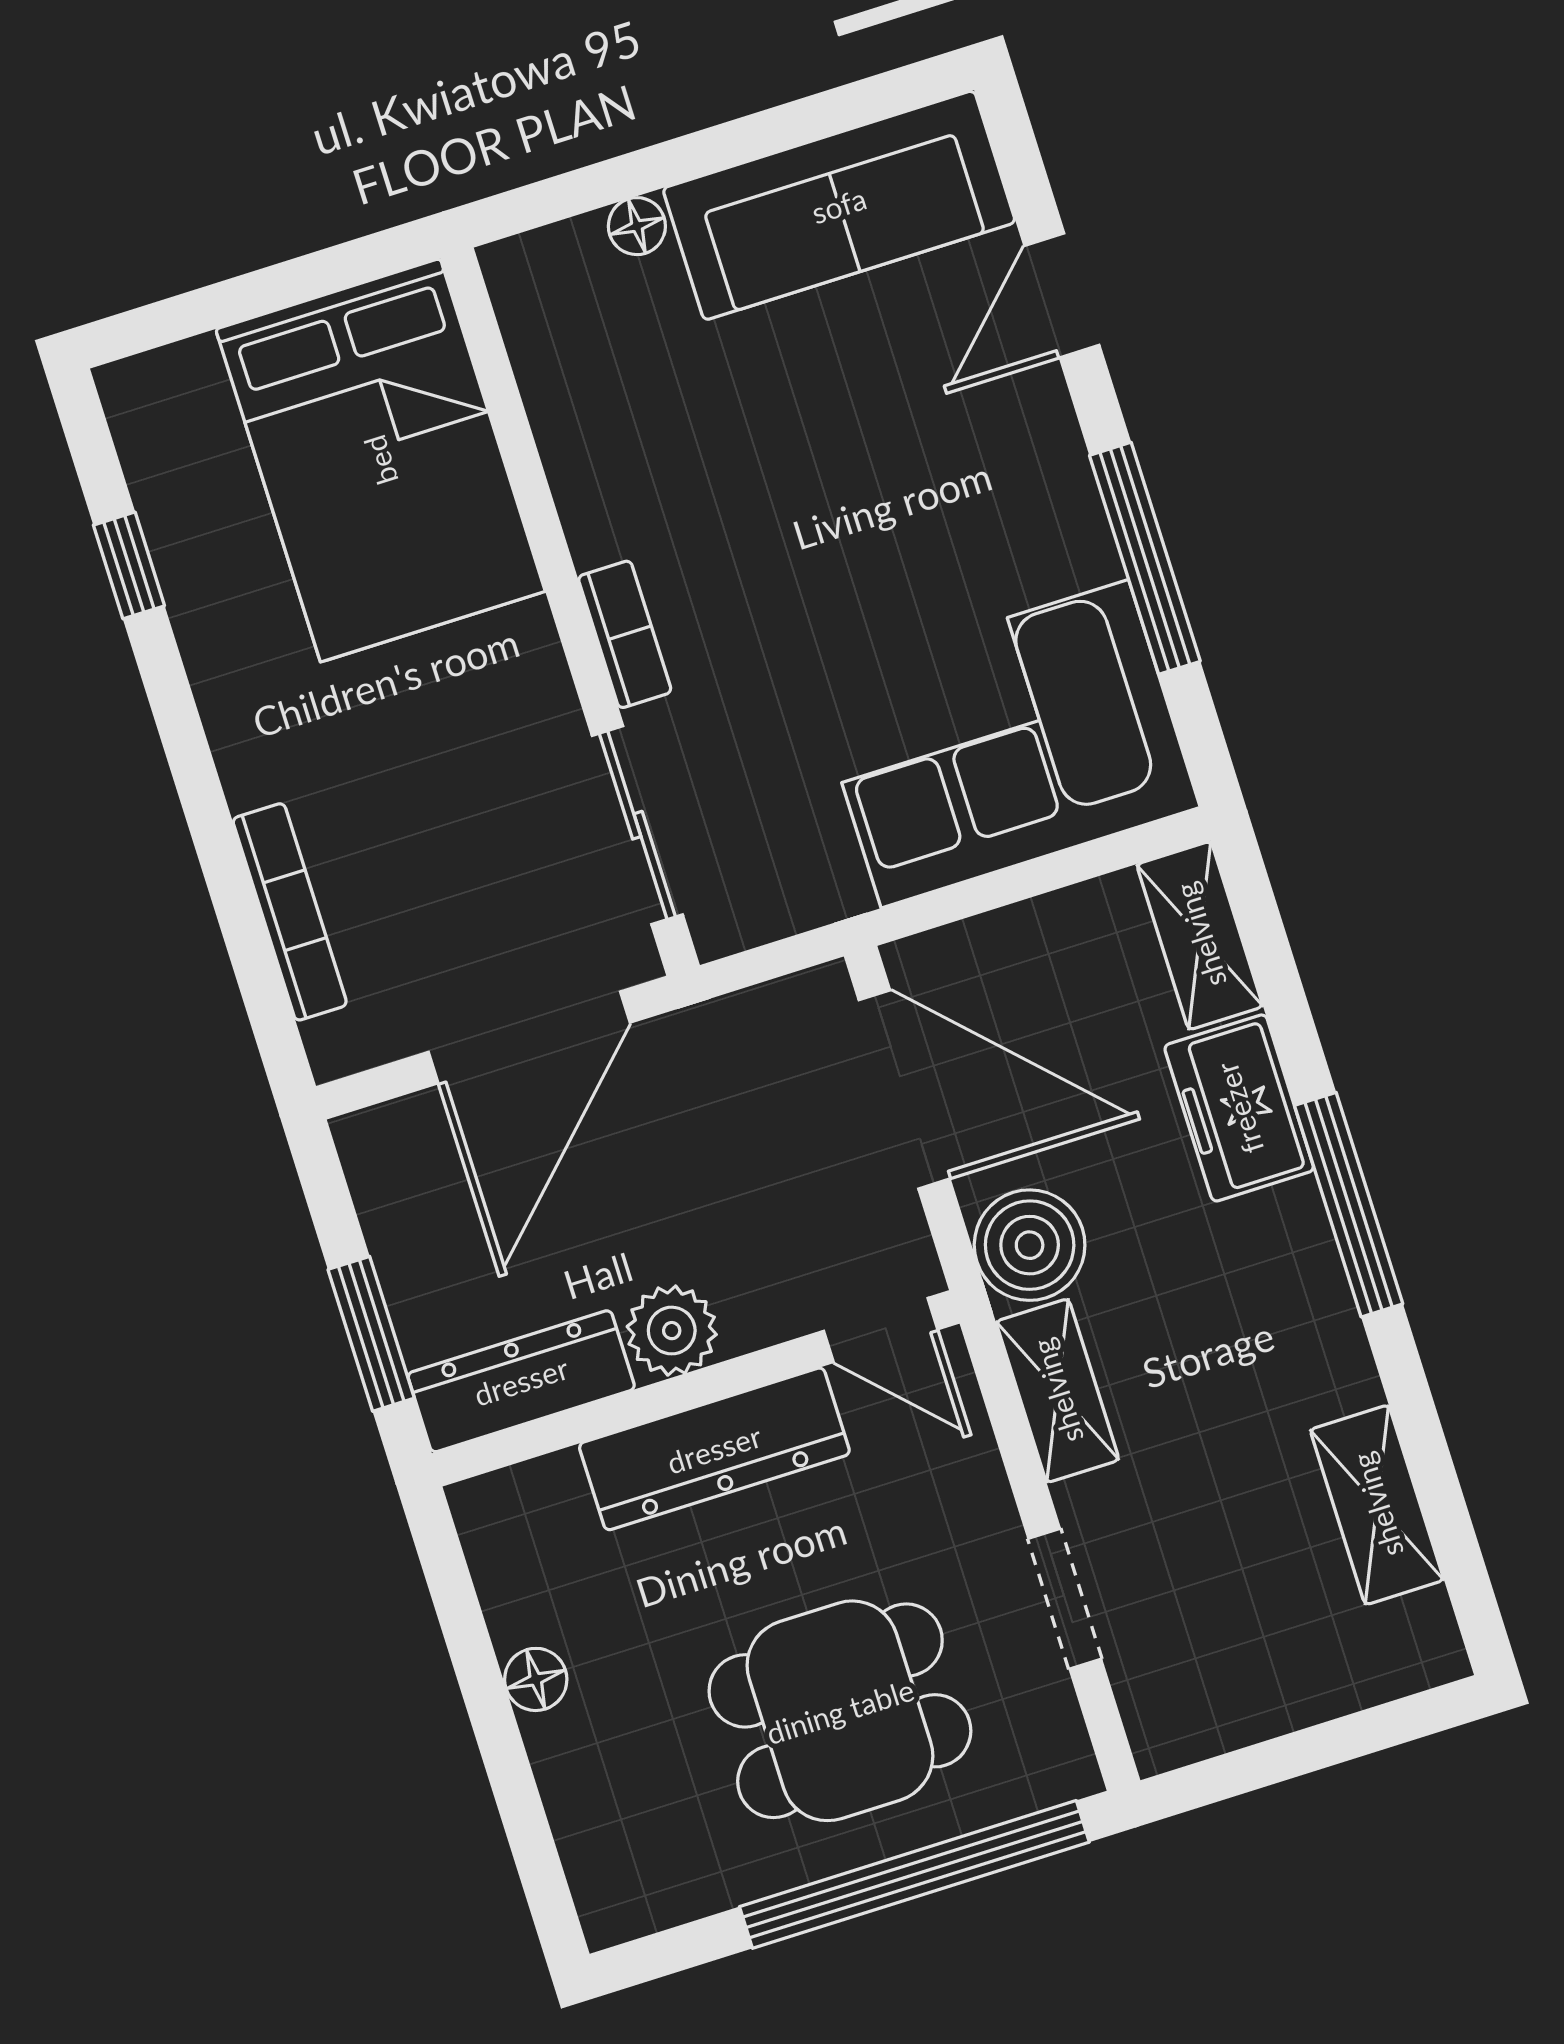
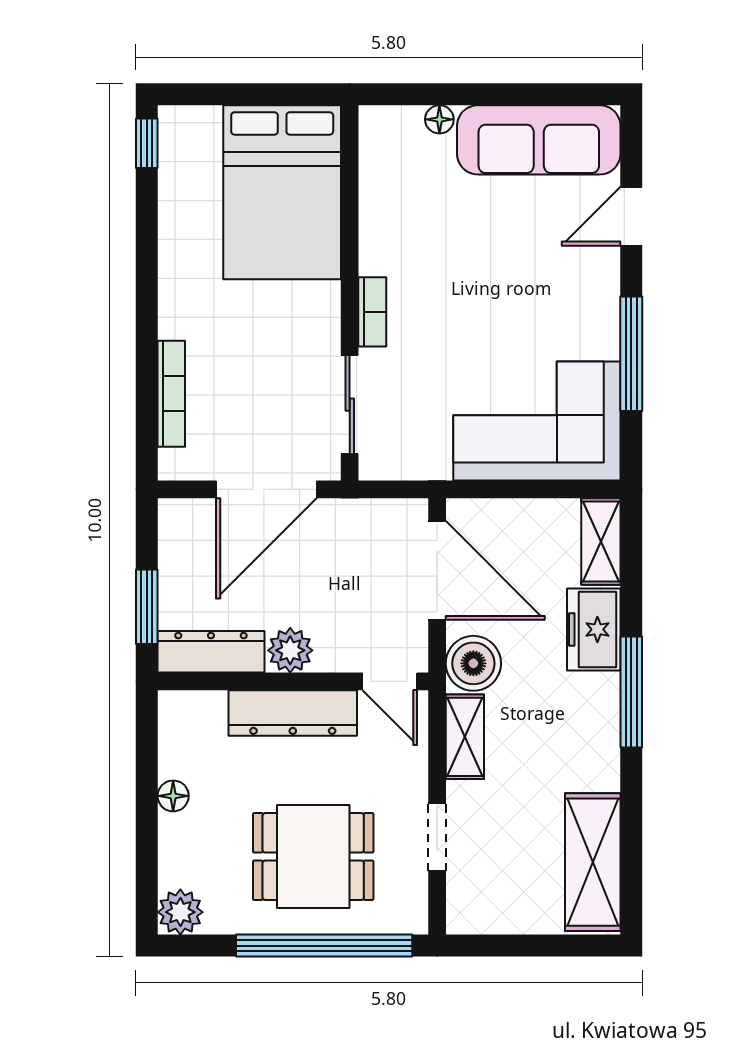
window: (129, 565) -> (147, 143), moved
shelving: (1377, 1505) -> (593, 862), width x1.50, depth x1.33
plant: (619, 1897) -> (180, 912), added

